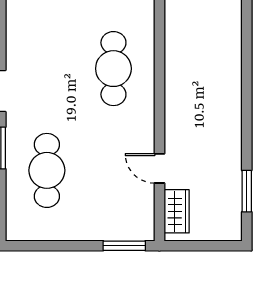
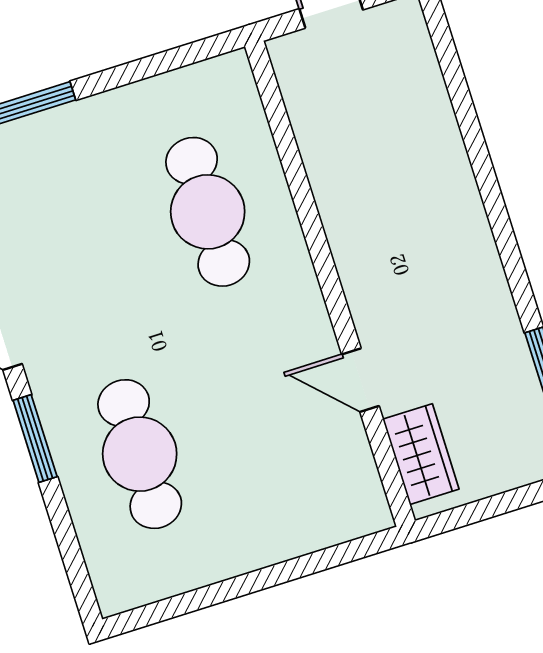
window: (124, 246) -> (339, 555), removed

